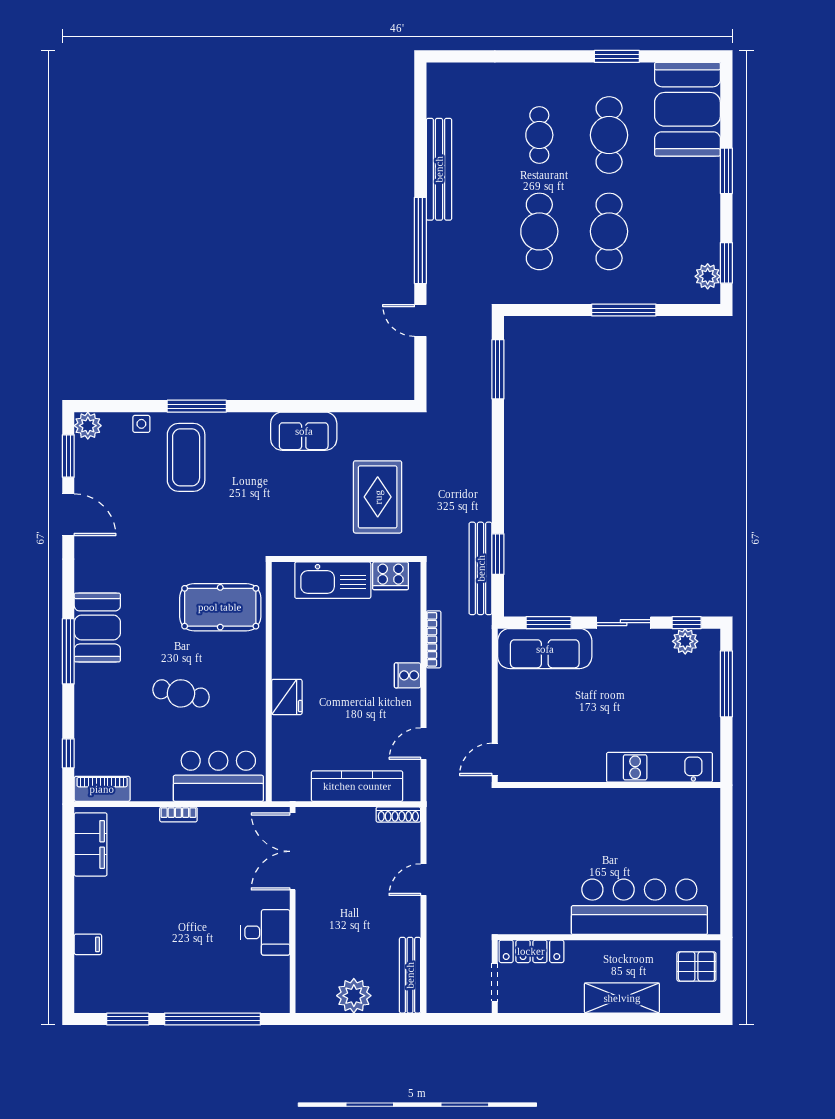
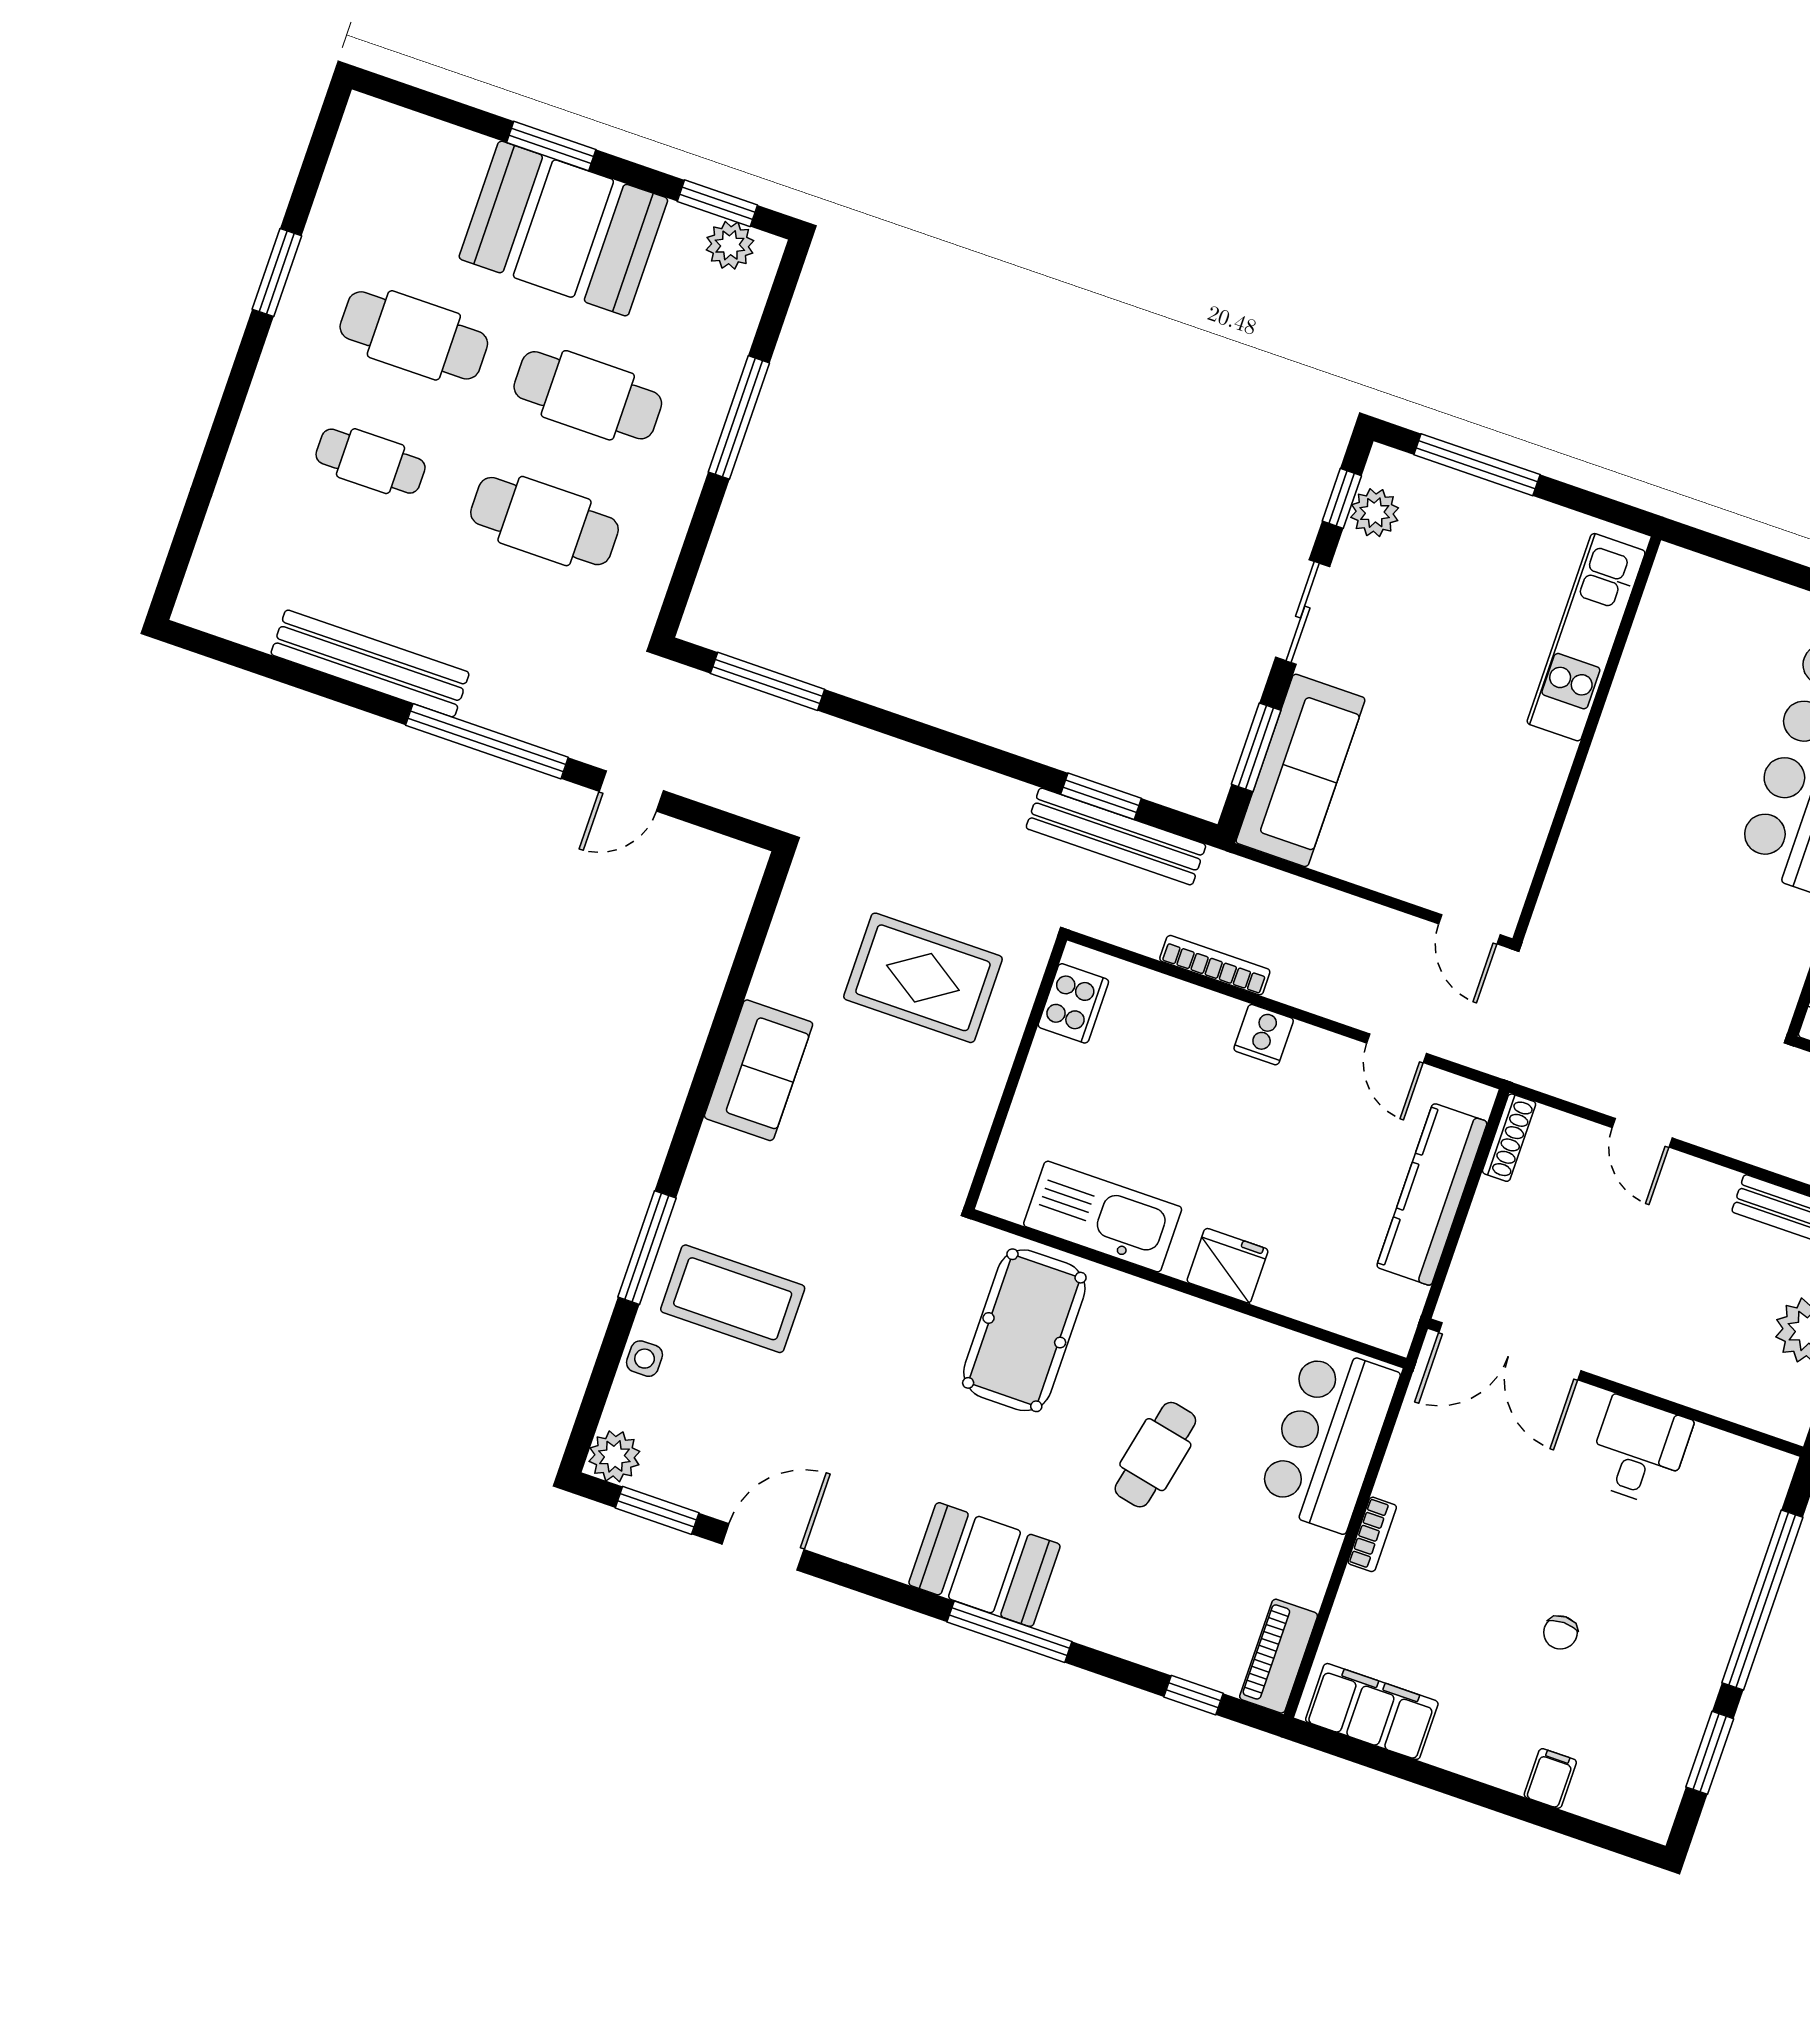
booth: (687, 109) -> (563, 229), moved
kitchen sink: (333, 580) -> (1103, 1217), moved, turned -90
chair: (162, 924) -> (1560, 1633), added

